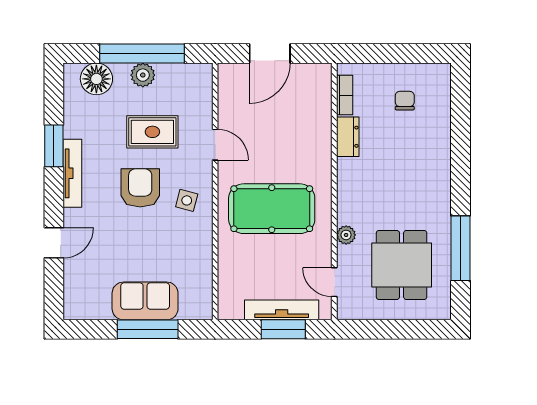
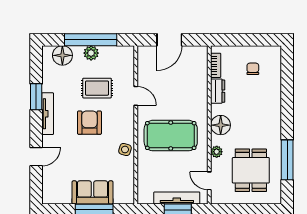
floor lamp: (352, 192) -> (221, 125), added
side table: (187, 200) -> (125, 150), moved

